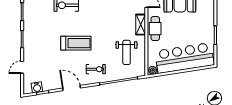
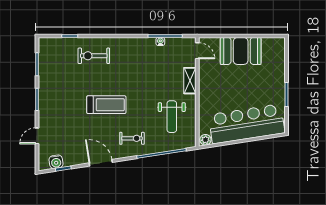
cafe table: (155, 29) -> (209, 86), removed

